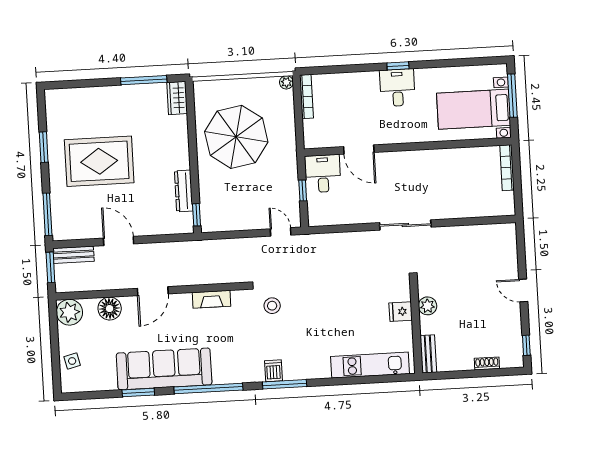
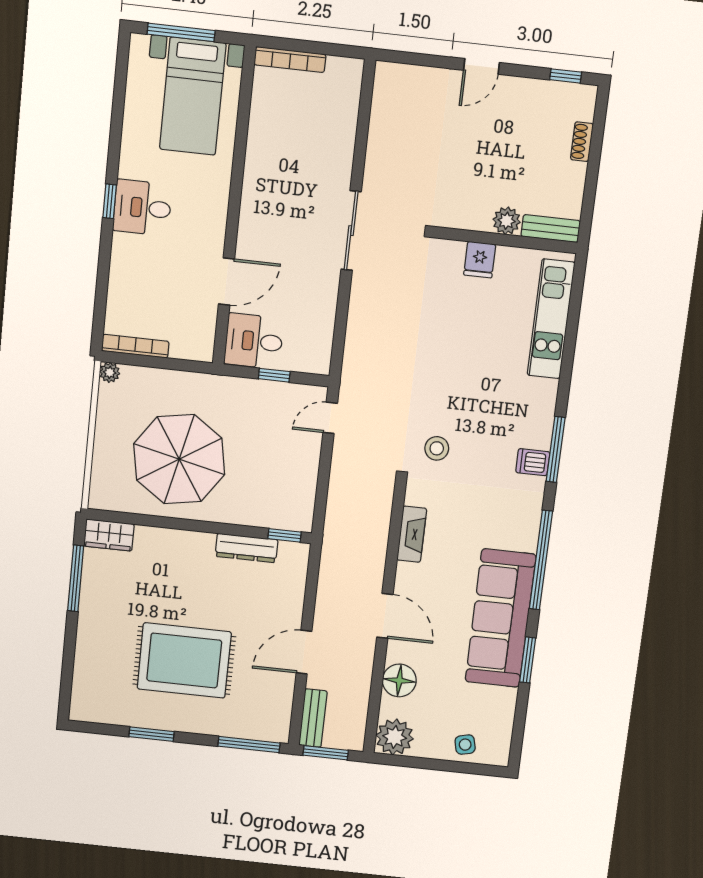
rug: (99, 161) -> (184, 660), turned 90
plant: (427, 306) -> (507, 221), moved

